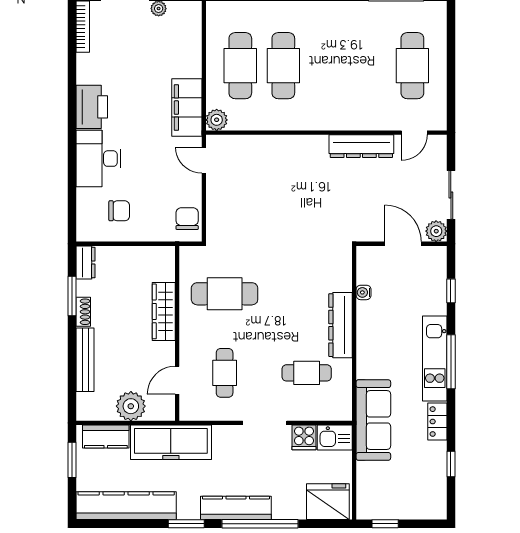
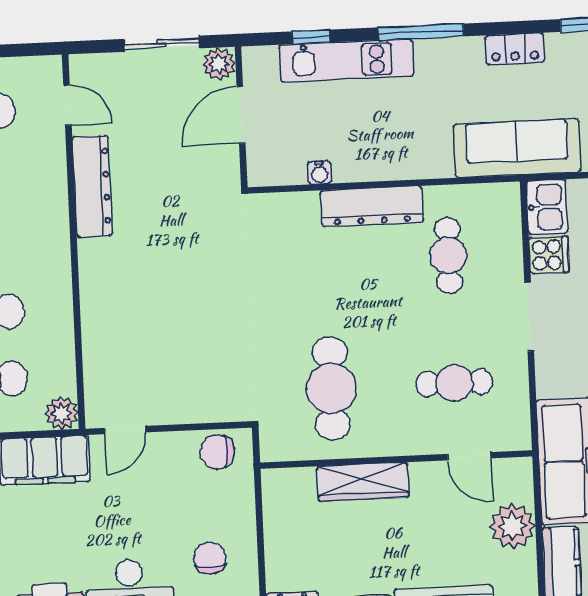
kitchen unit: (435, 358) -> (346, 60), moved

